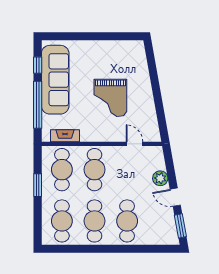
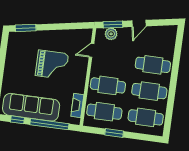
window: (151, 60) -> (26, 28), added
plant: (160, 178) -> (111, 34), moved
window: (180, 226) -> (113, 24), moved

